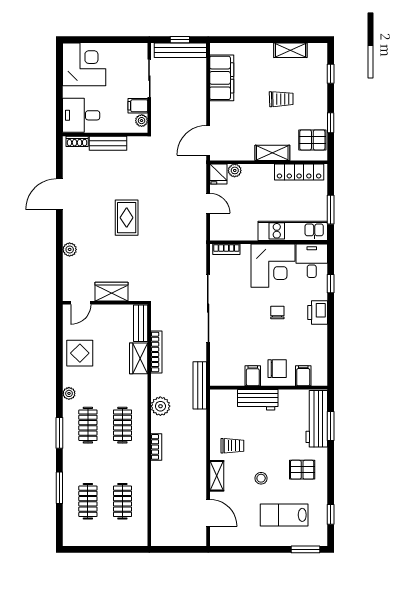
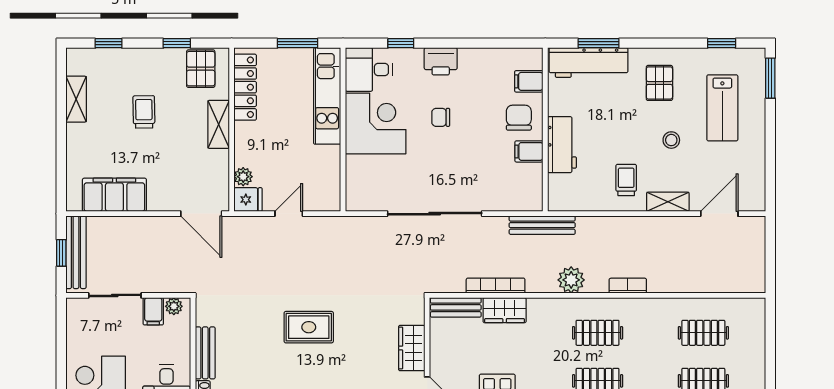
bookcase: (226, 249) -> (353, 188), removed

